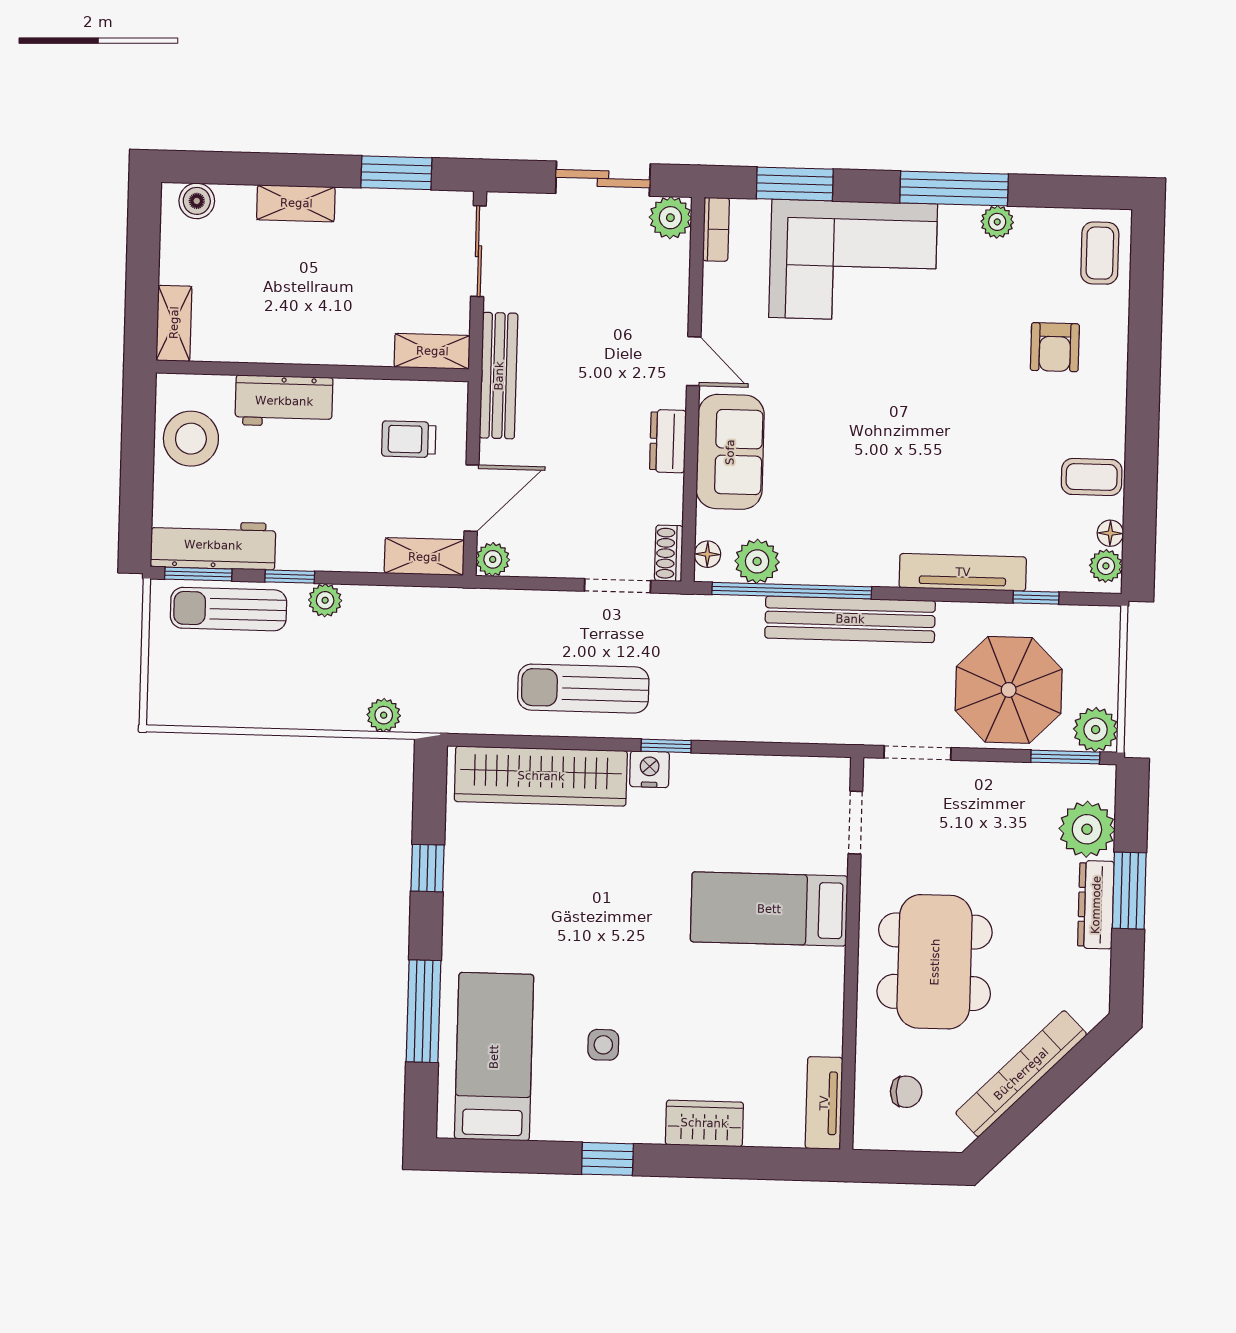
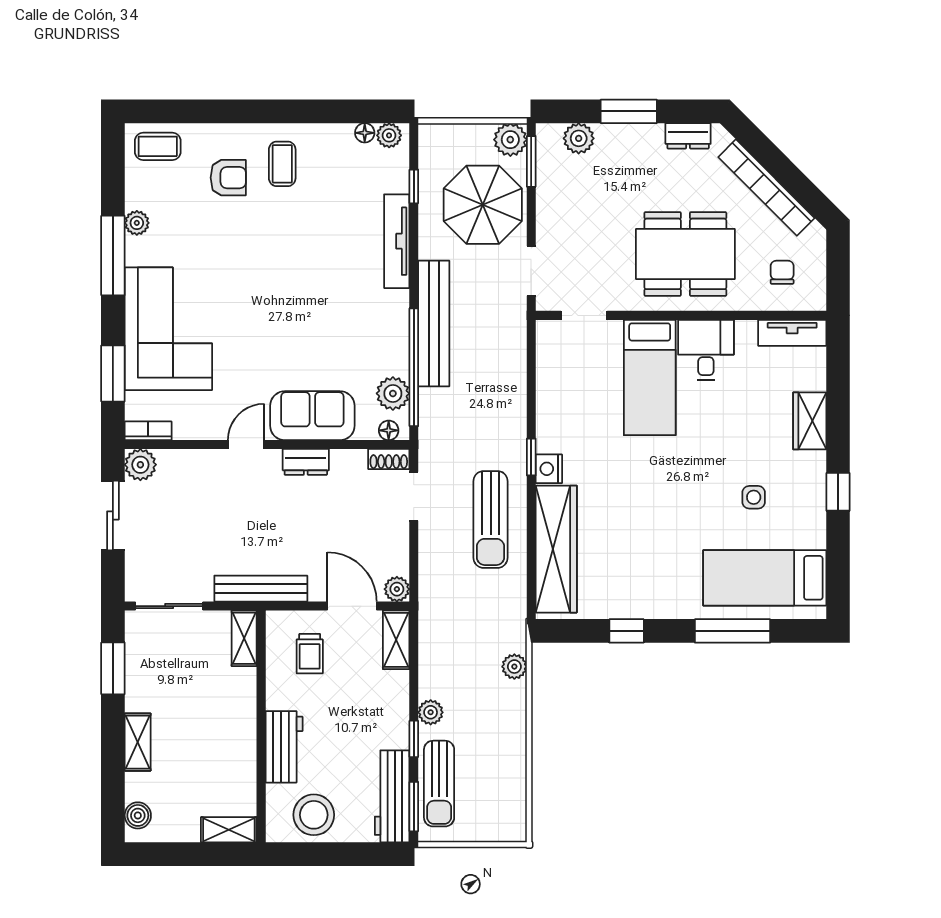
coffee table: (1092, 477) -> (282, 164), moved
plant: (1087, 829) -> (579, 138), width x0.73, depth x0.73
dresser: (1096, 905) -> (688, 136), moved, width x0.70
desk: (804, 986) -> (706, 350), added

